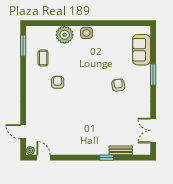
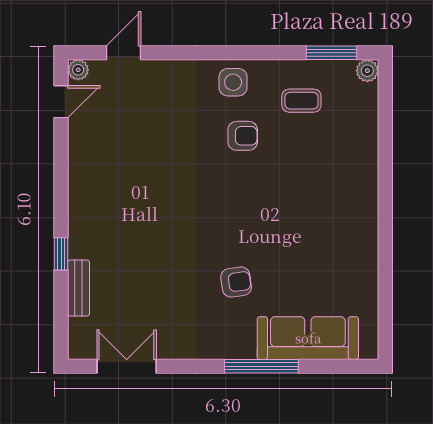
side table: (86, 33) -> (233, 82), moved
plant: (65, 35) -> (367, 71), moved, width x0.53, depth x0.53
sofa: (141, 50) -> (308, 338), width x1.36
window: (153, 75) -> (261, 366), width x1.44

